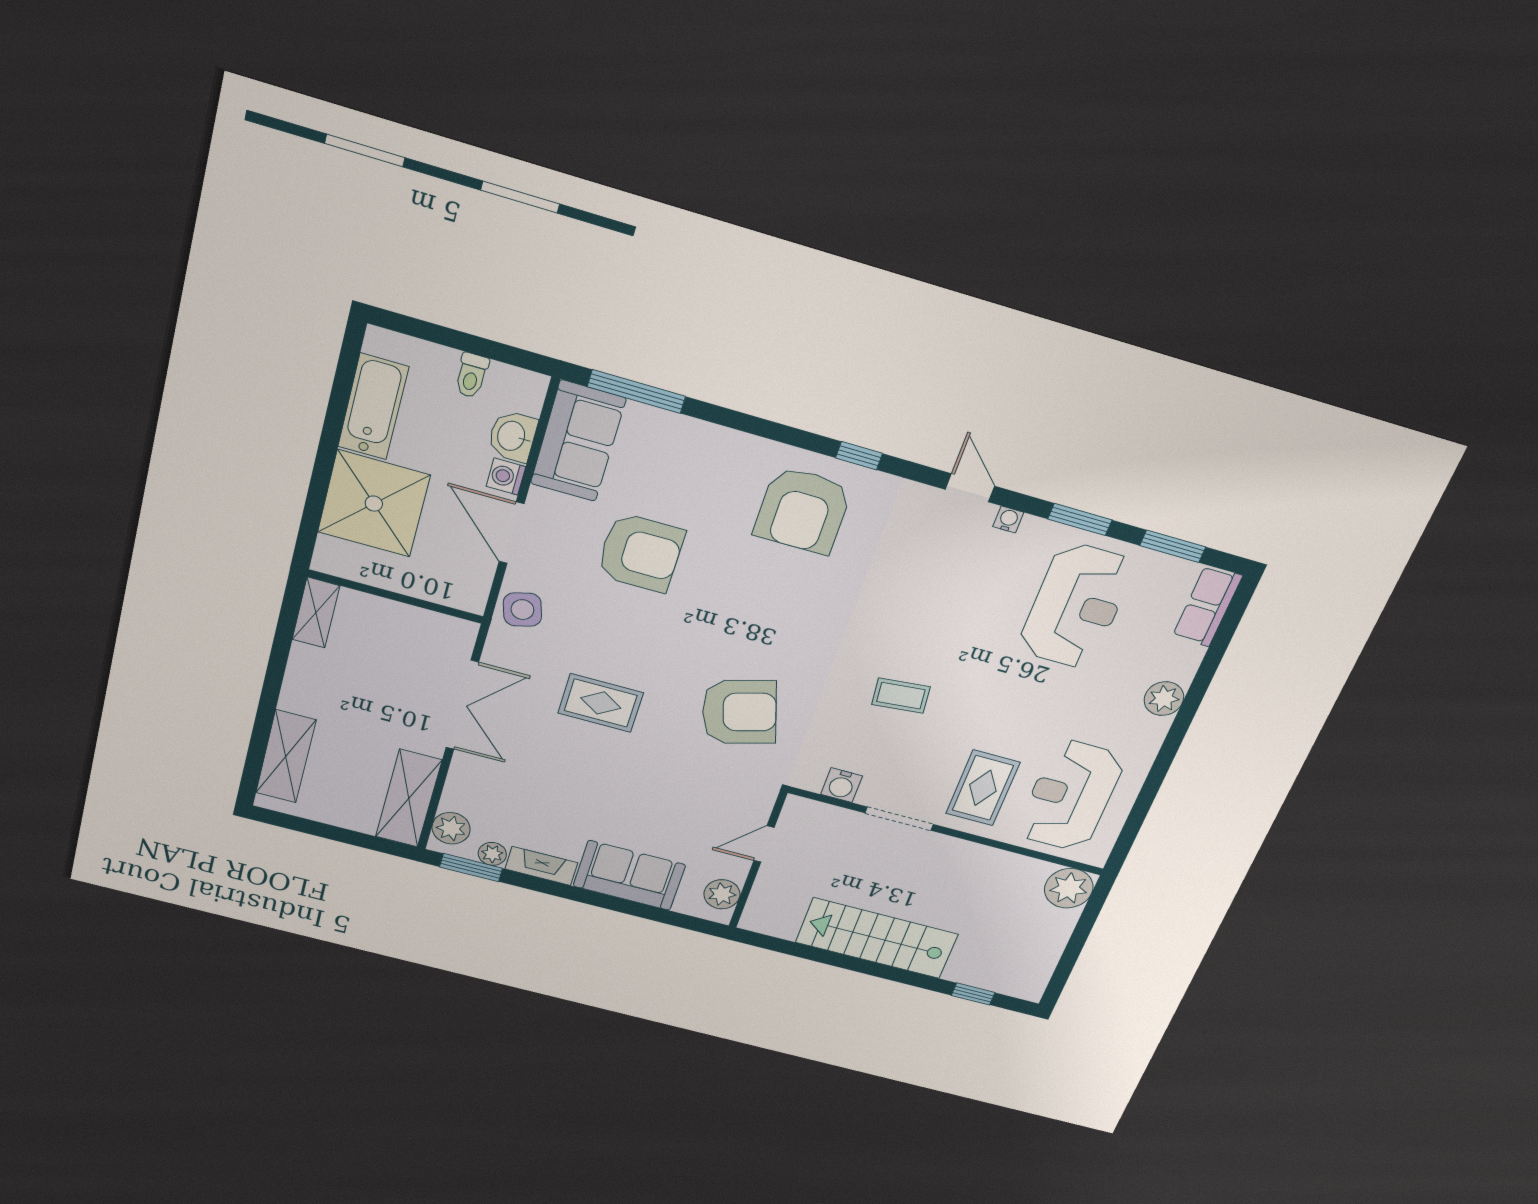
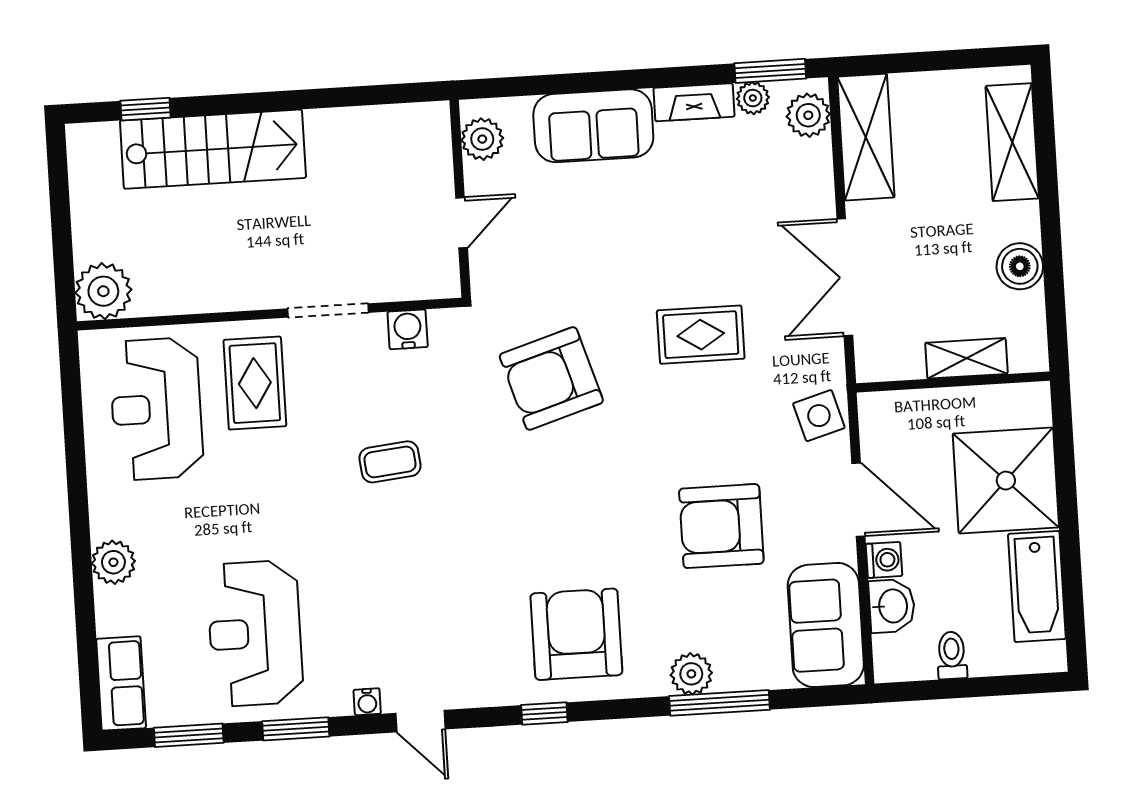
window: (636, 391) -> (720, 703), moved
plant: (715, 443) -> (691, 674), added
shelving: (316, 613) -> (966, 358), moved, turned 90
boiler: (308, 665) -> (1020, 266), added
reception desk: (1070, 796) -> (156, 409), turned 180
stairs: (877, 938) -> (213, 149), moved

